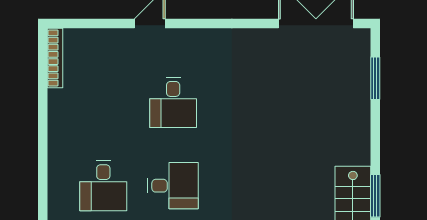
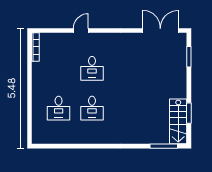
desk: (173, 186) -> (92, 108), turned 90

